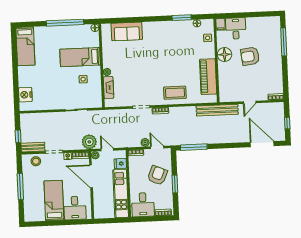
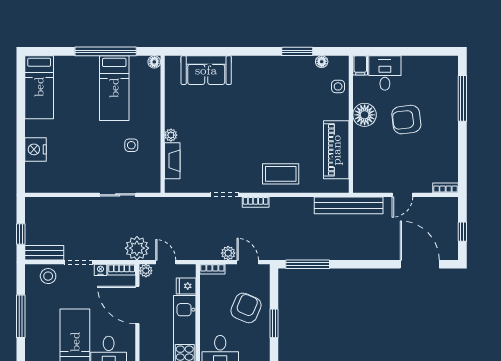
bed: (80, 57) -> (114, 88), moved, turned -90
nightstand: (25, 95) -> (36, 149), moved

